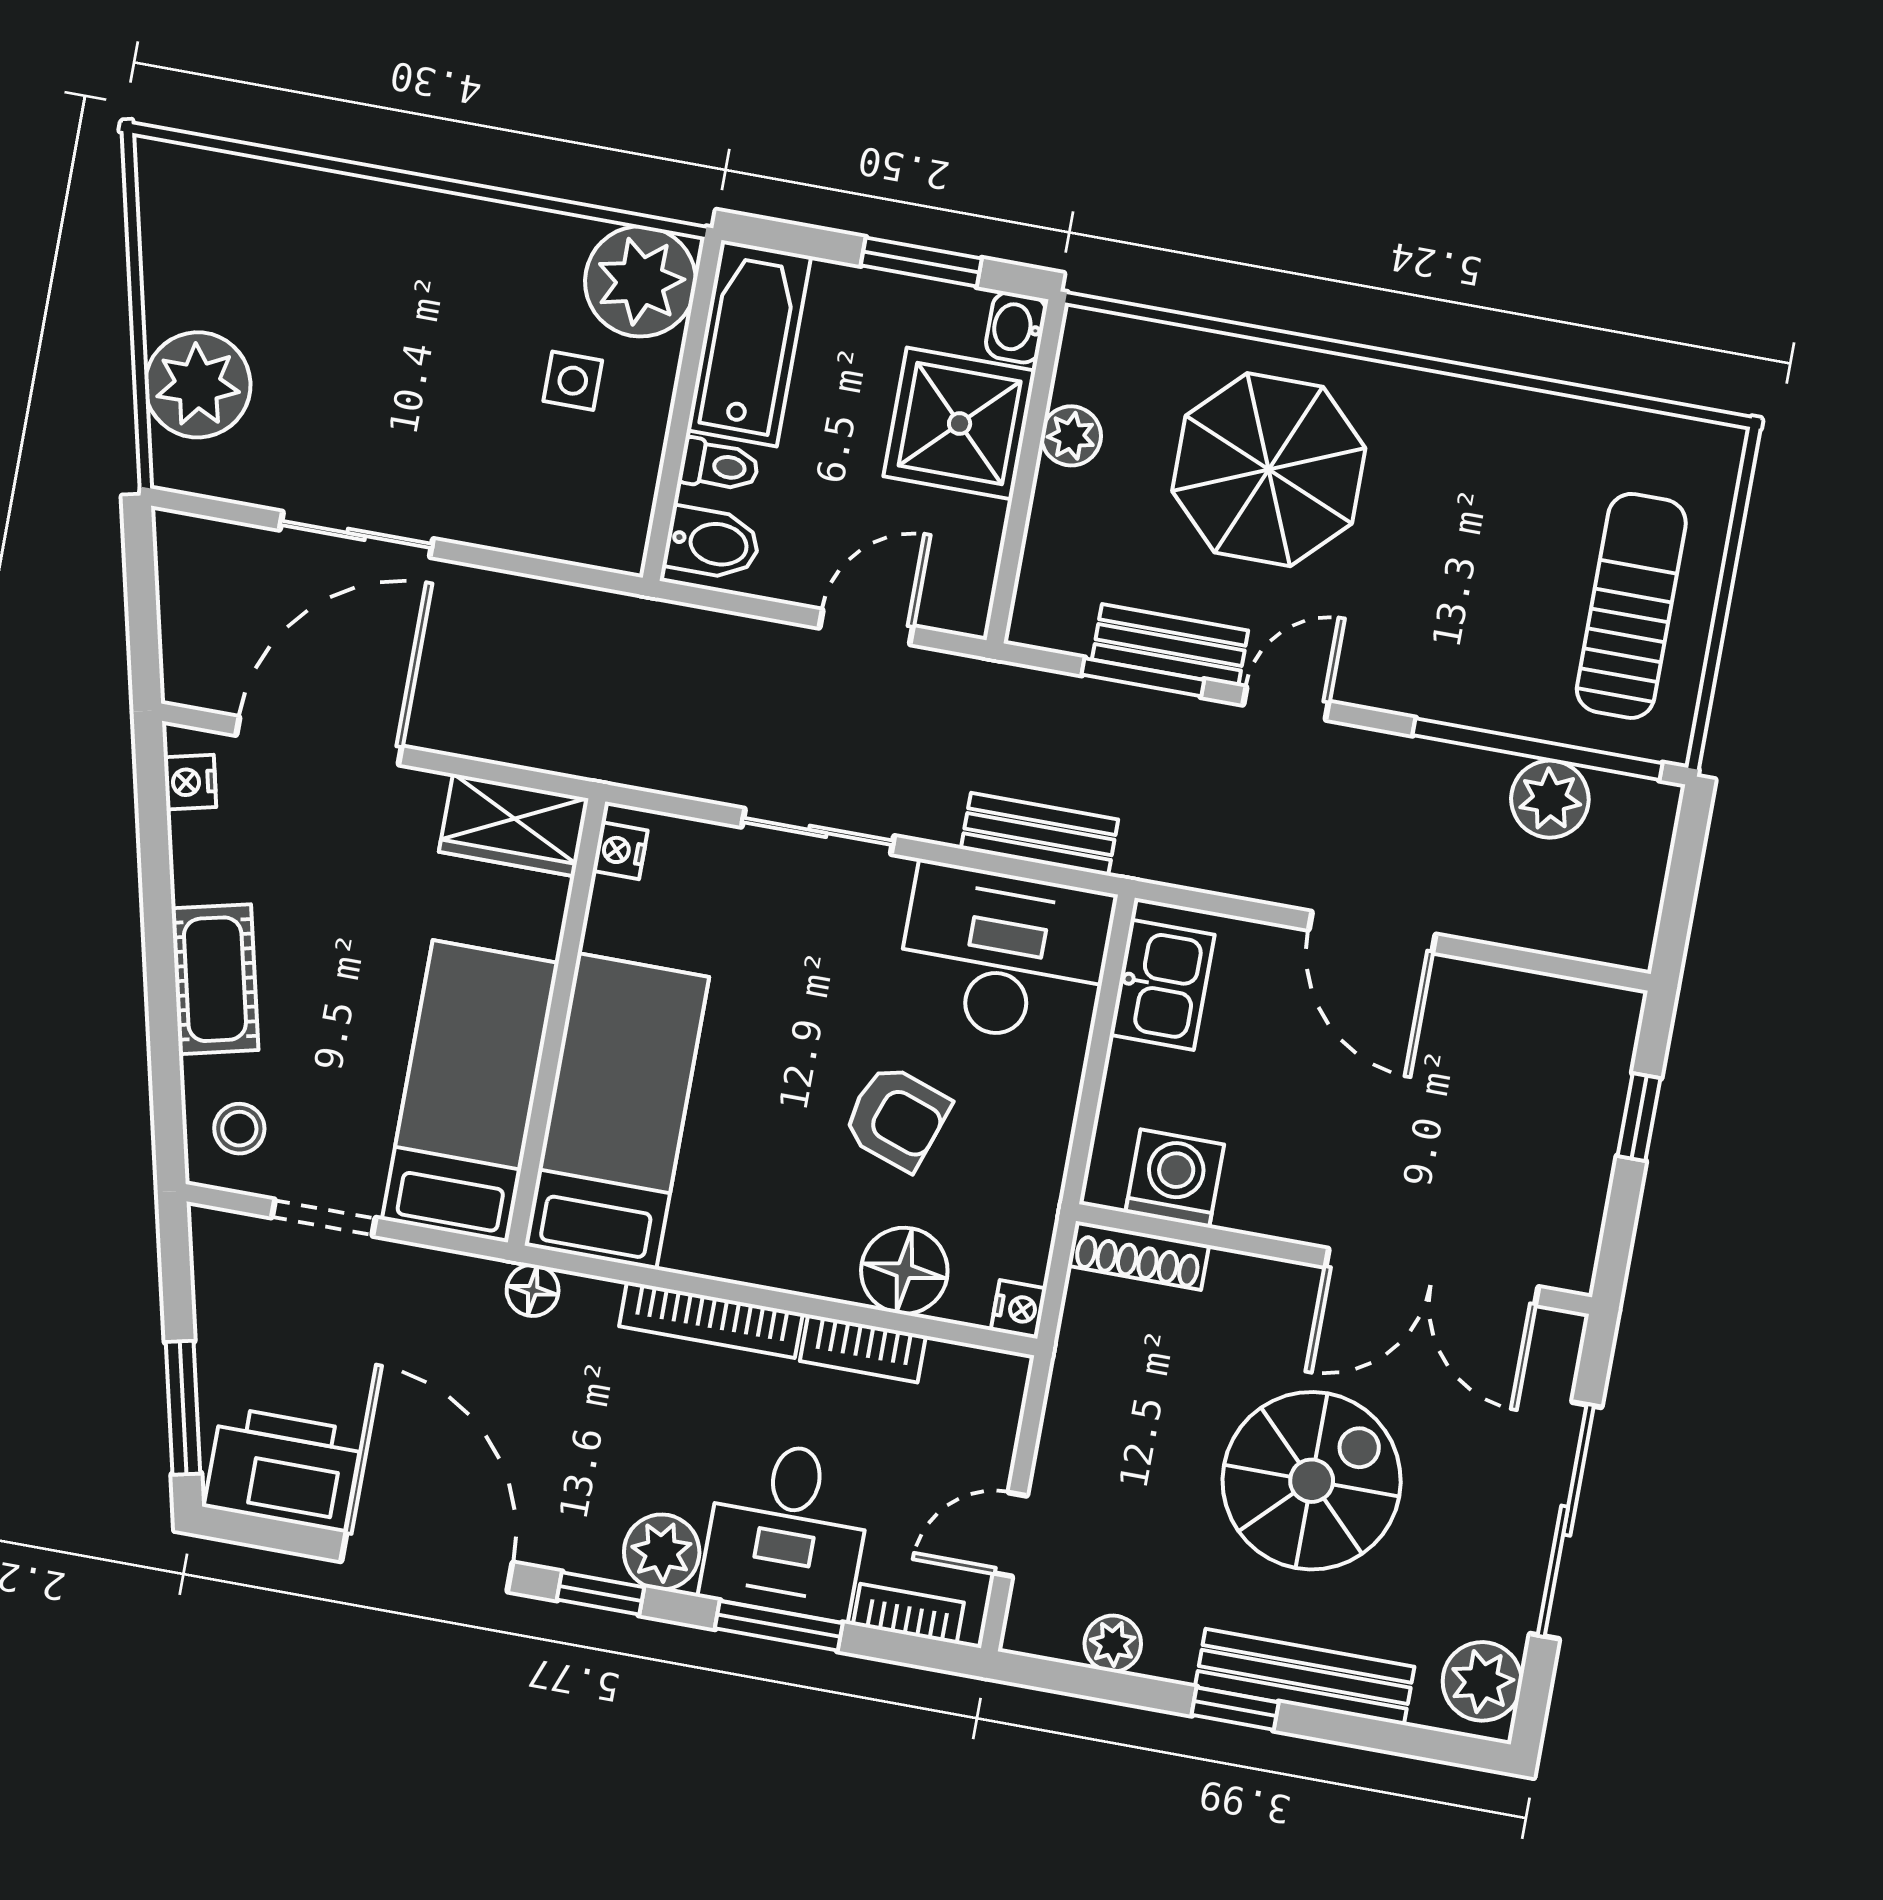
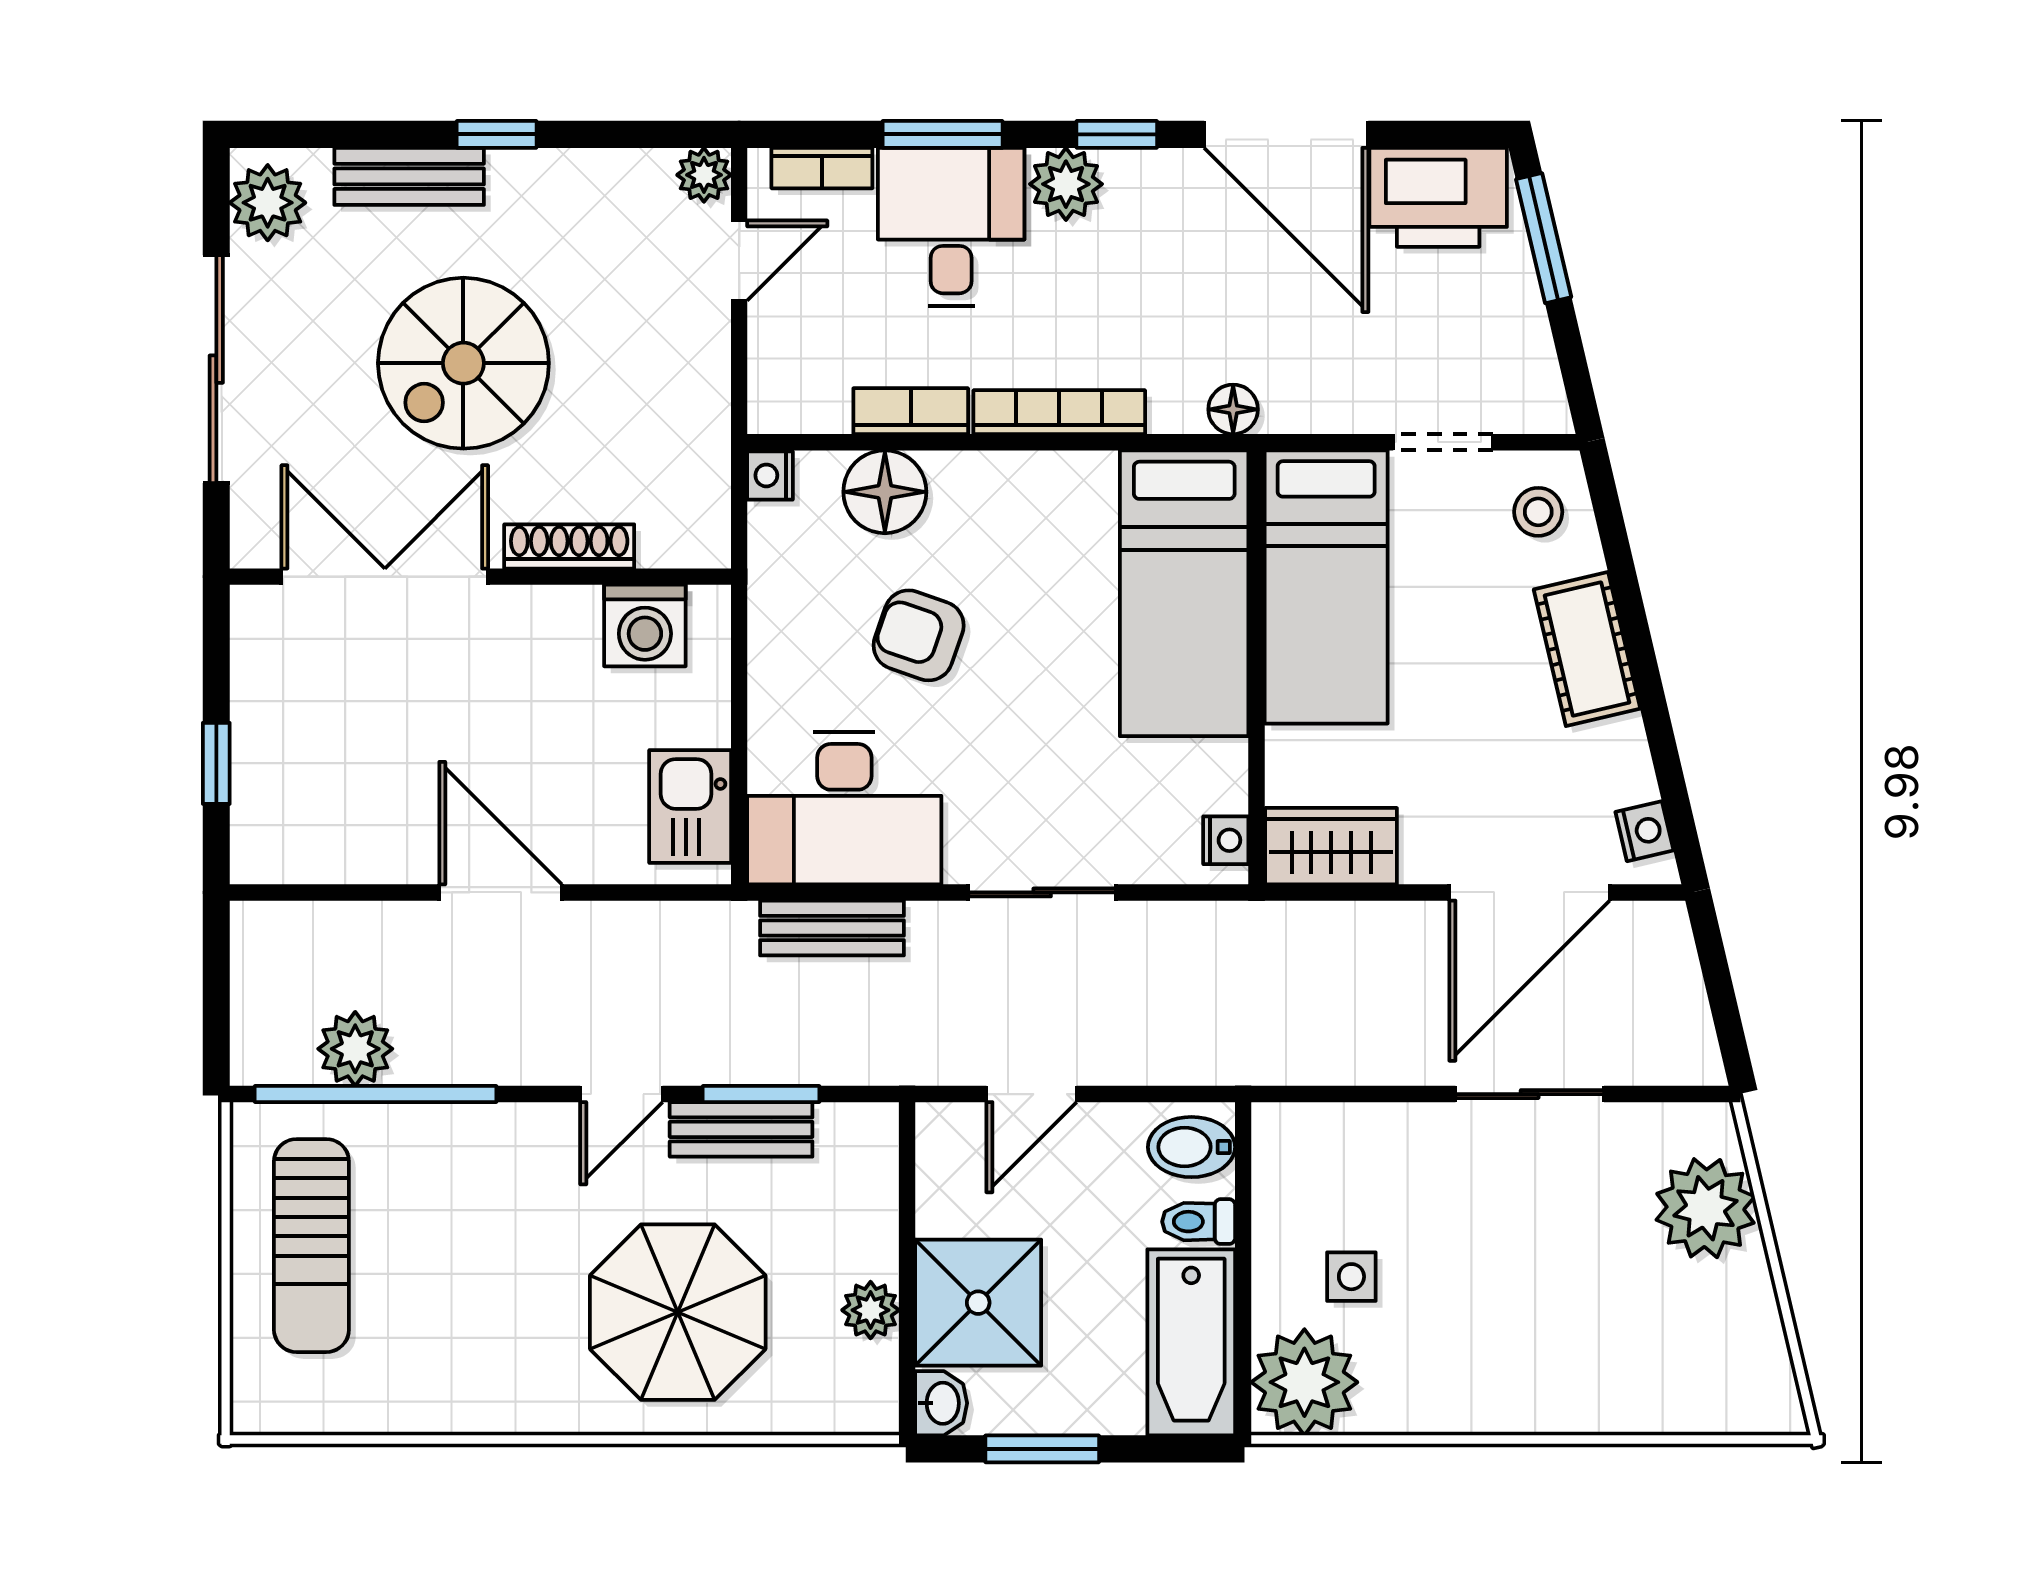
shoe rack: (1138, 1255) -> (569, 546), moved
plant: (1113, 1644) -> (704, 175), moved
bench: (1305, 1677) -> (409, 176), width x0.73

